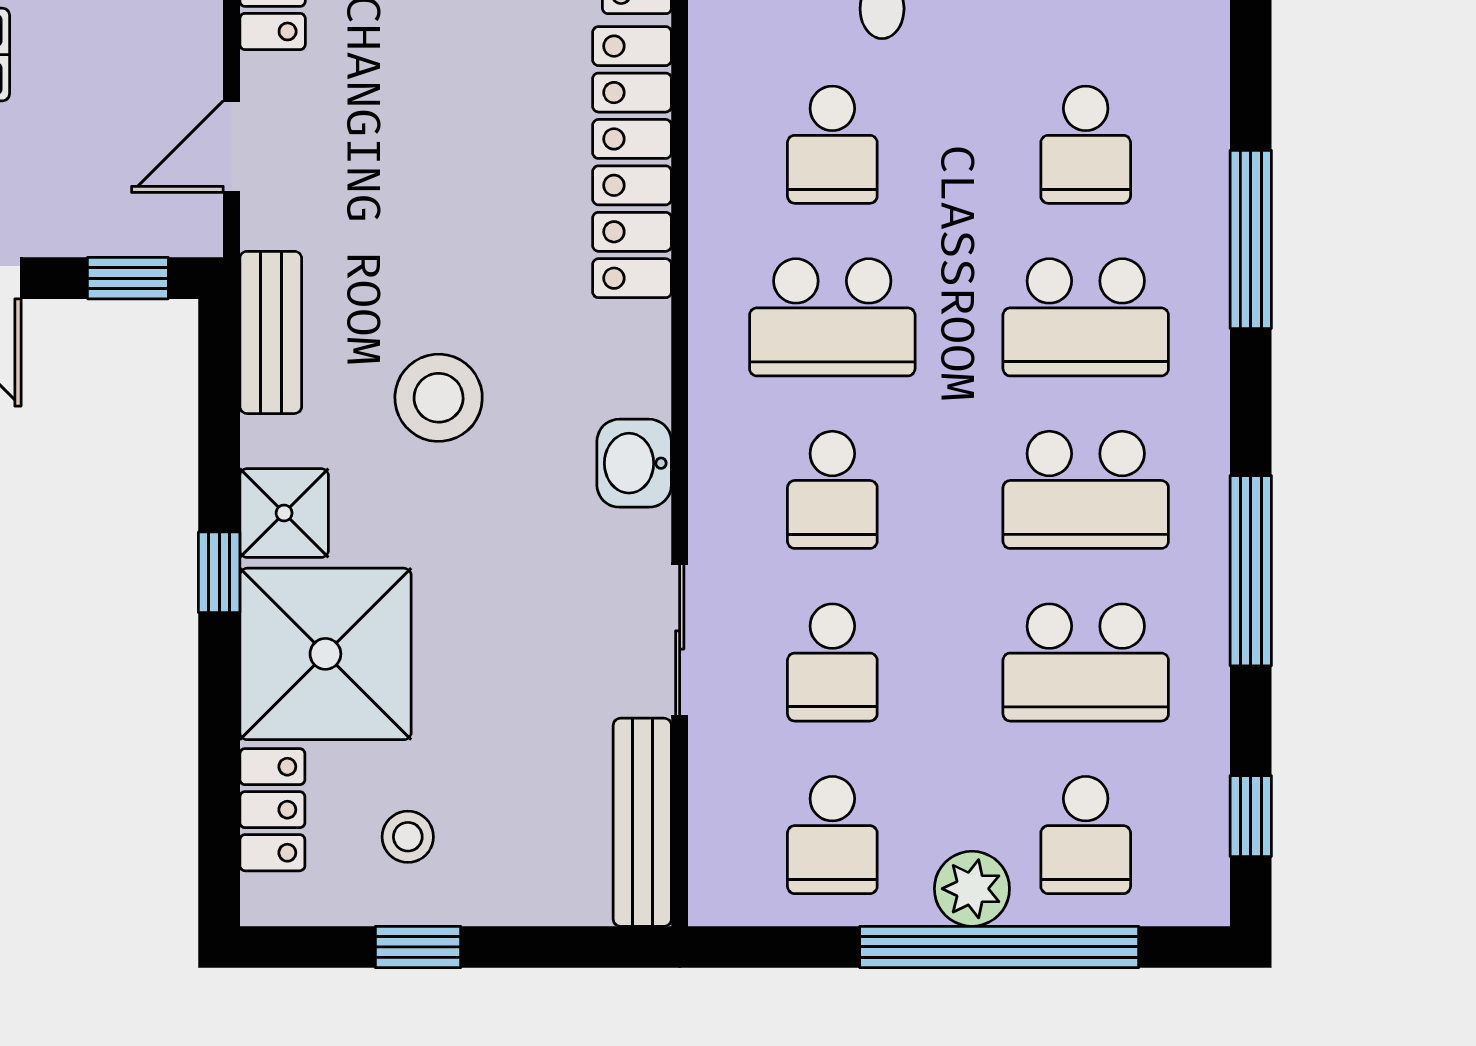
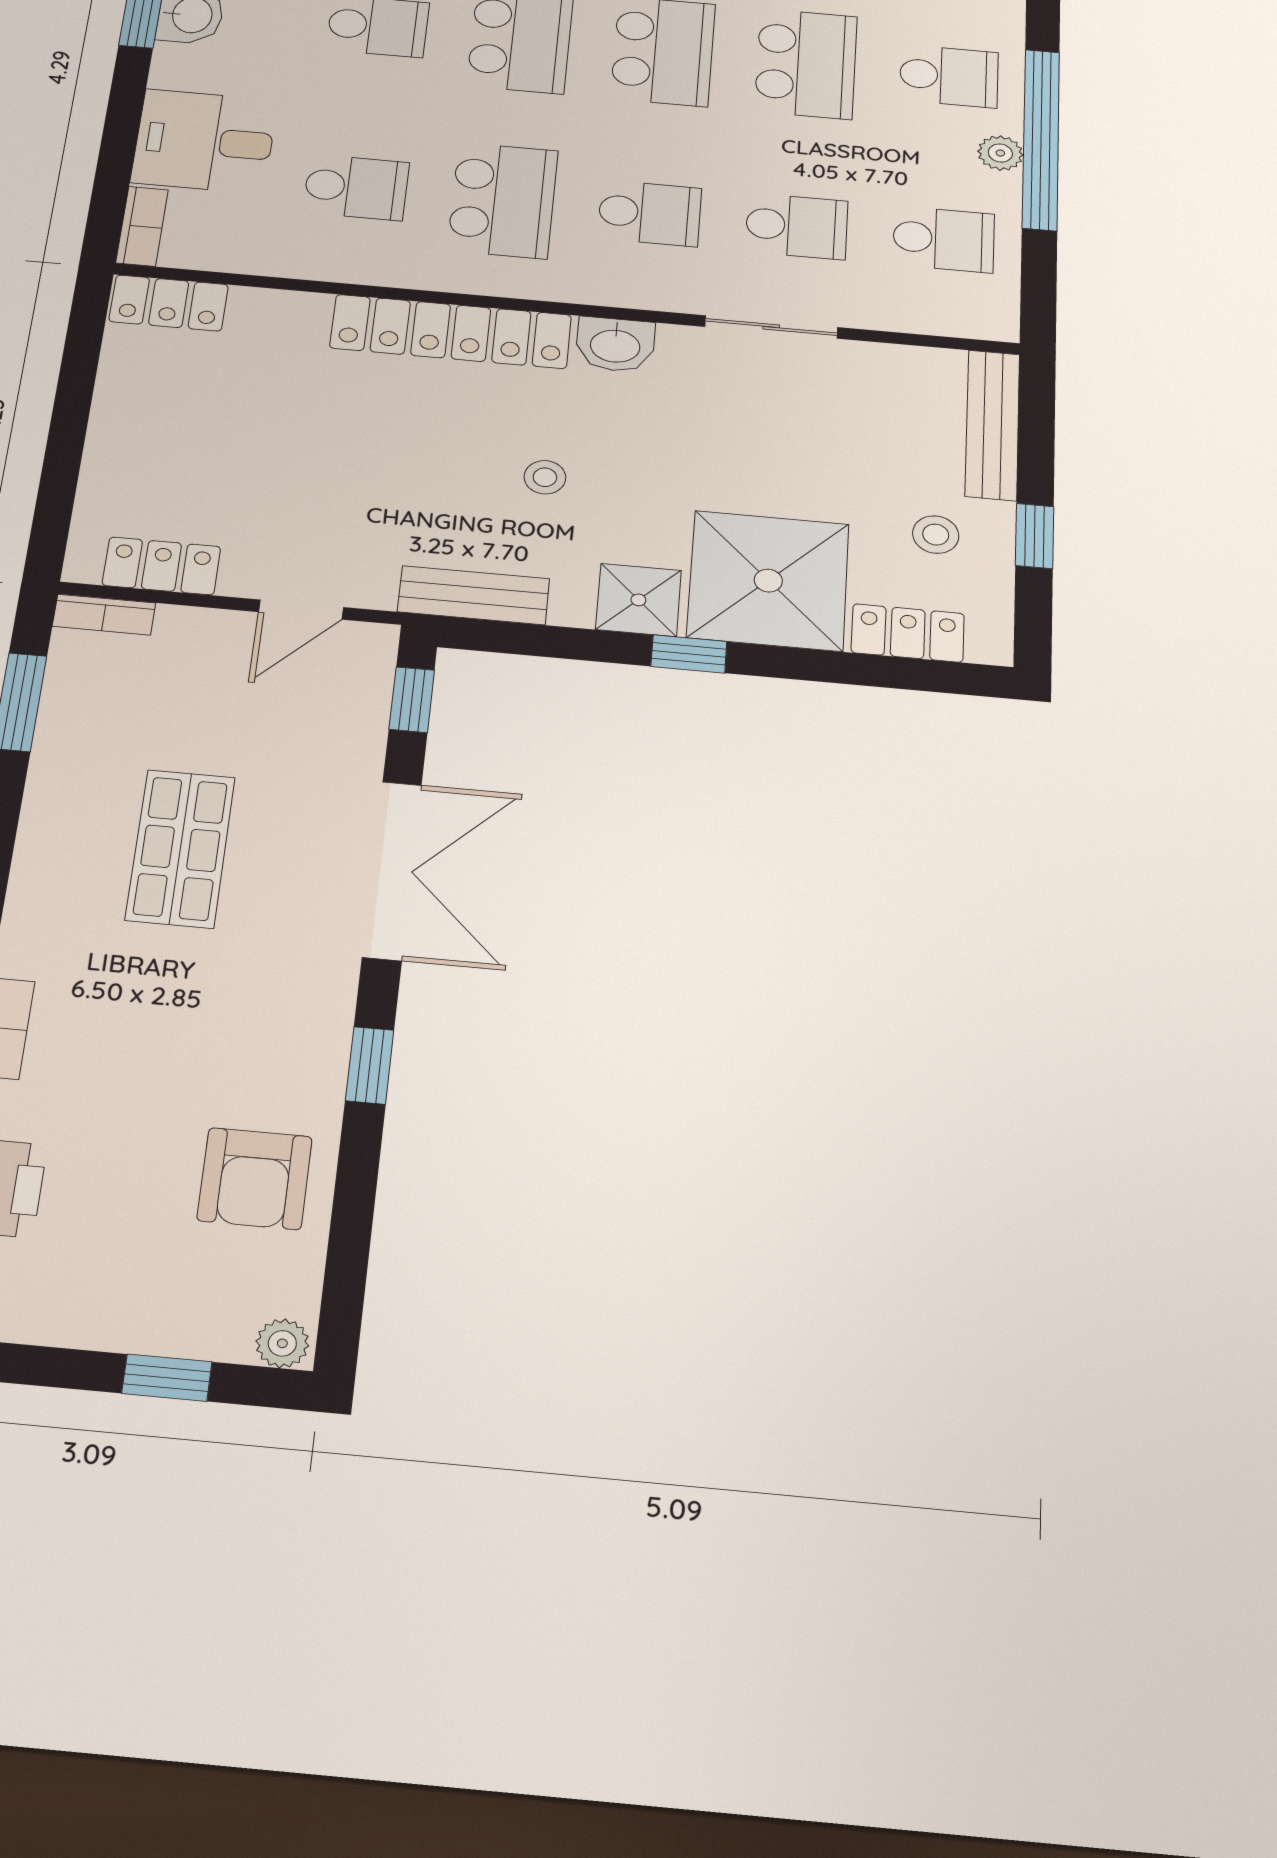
door: (231, 147) -> (301, 610), hinge flipped
locker: (632, 162) -> (451, 331), moved
stool: (439, 398) -> (545, 477), width x0.53, depth x0.53
bench: (642, 822) -> (992, 425), moved, turned 90
plant: (972, 889) -> (1000, 153), width x0.73, depth x0.73

